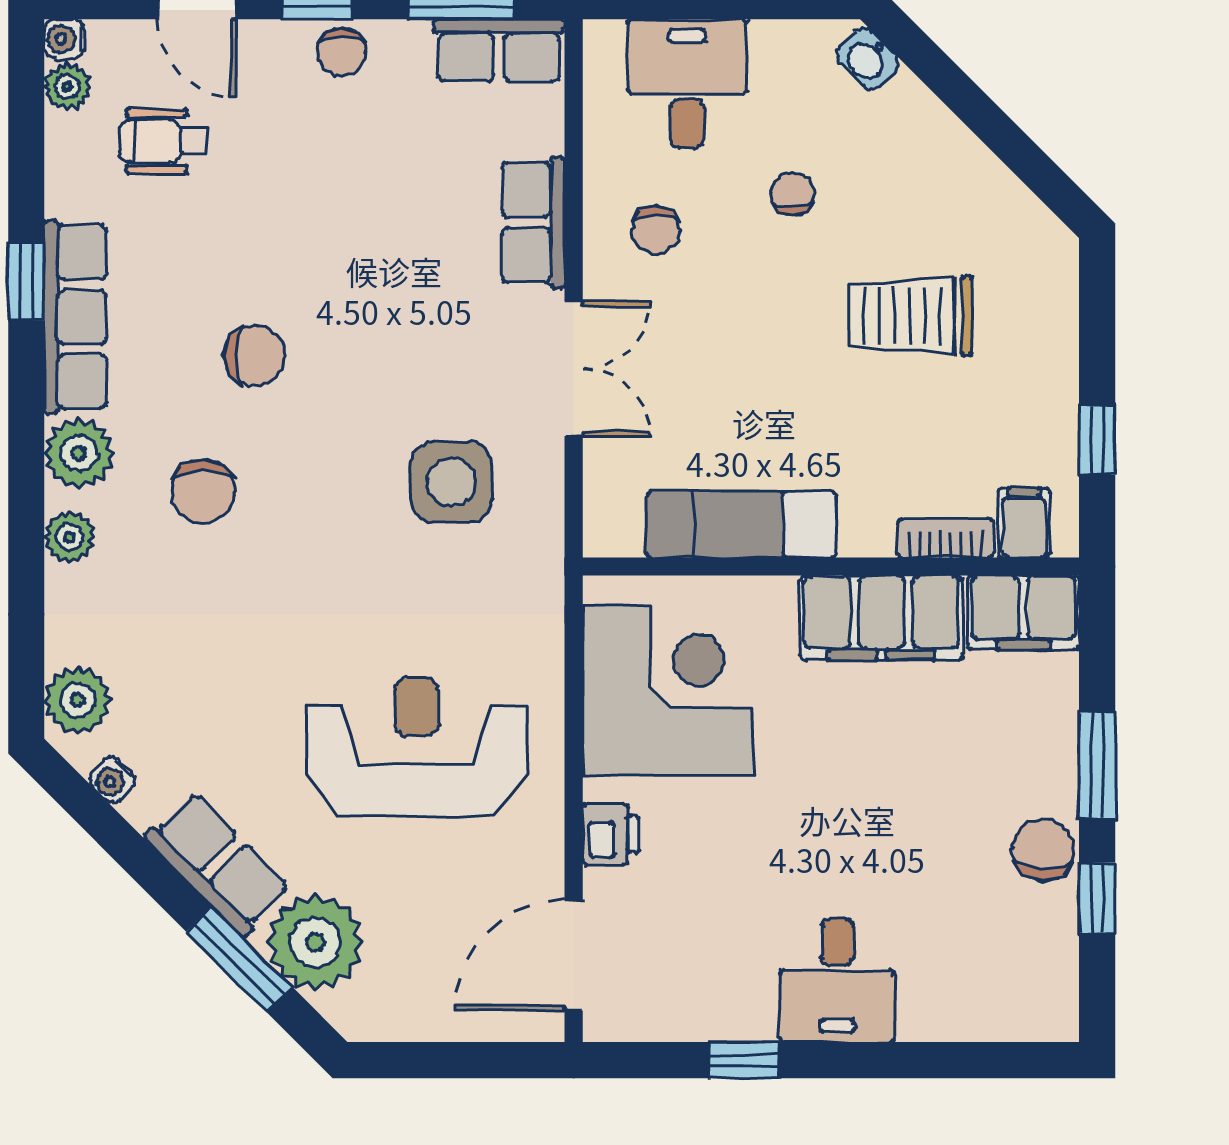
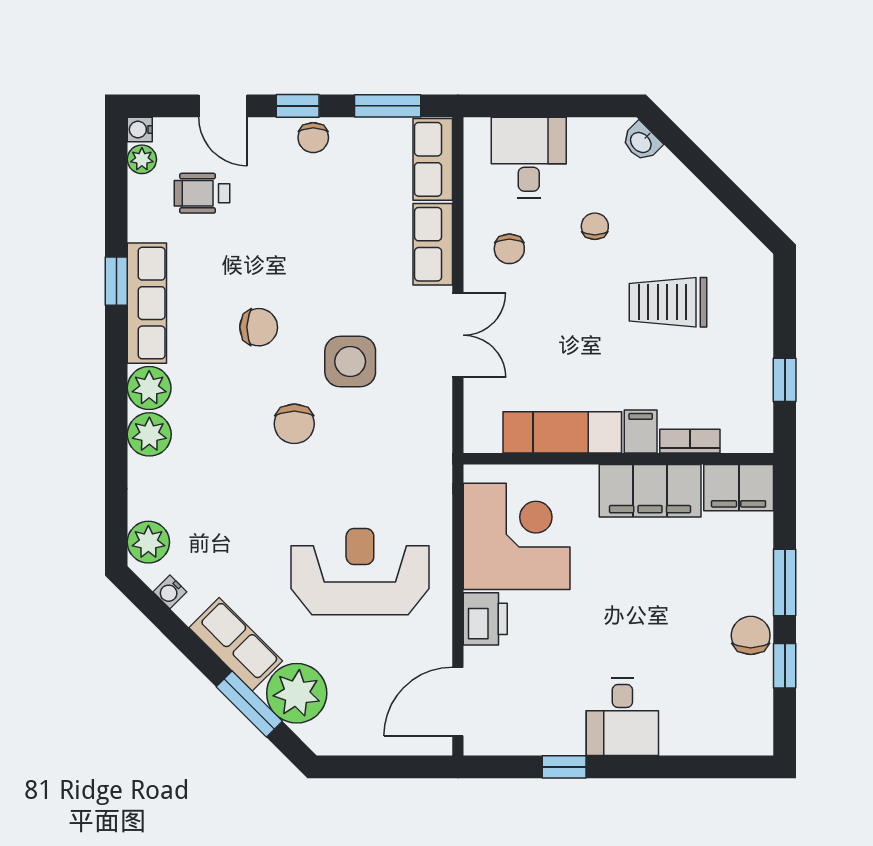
row of seats: (499, 50) -> (433, 159), moved, turned 90
side table: (451, 482) -> (350, 362), moved
chair: (203, 491) -> (294, 424), moved
filing cabinet: (1024, 523) -> (641, 432), moved
plant: (70, 537) -> (149, 434), width x1.38, depth x1.38
printer: (611, 834) -> (485, 619), width x1.36, depth x1.24

